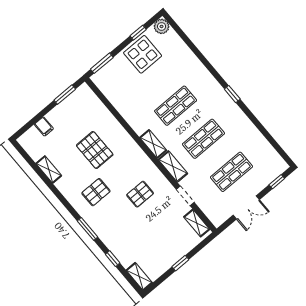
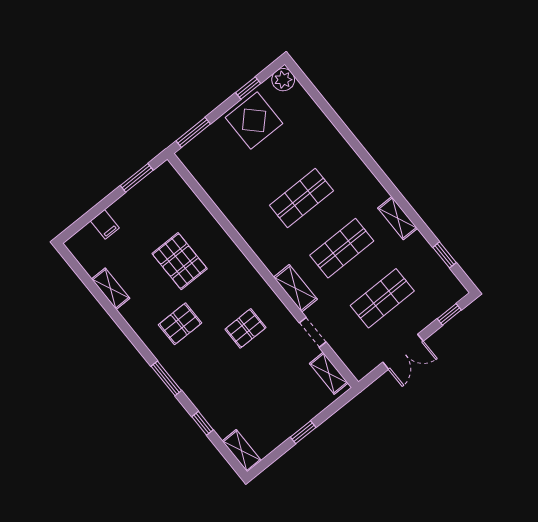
window: (232, 94) -> (445, 255), moved
shelving: (153, 144) -> (398, 218), moved

